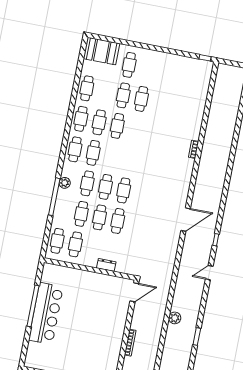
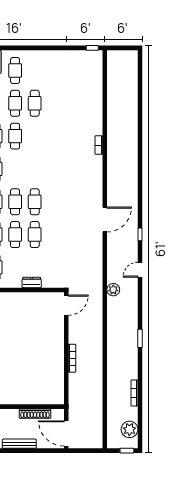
plant: (175, 318) -> (113, 290), moved

